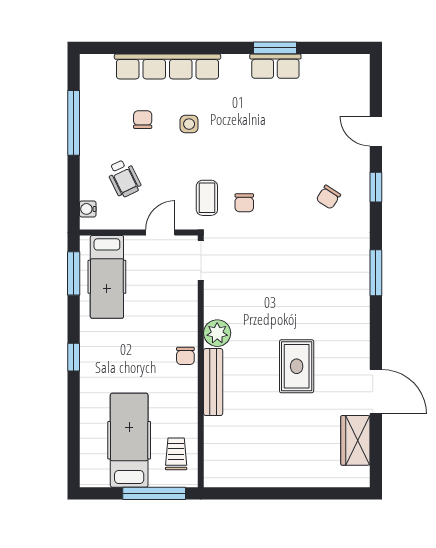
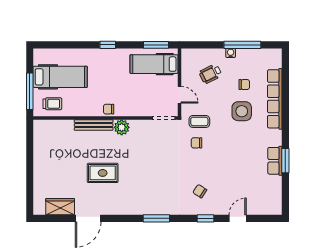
side table: (189, 124) -> (242, 111), width x1.87, depth x1.87
water cooler: (88, 209) -> (231, 53), moved

